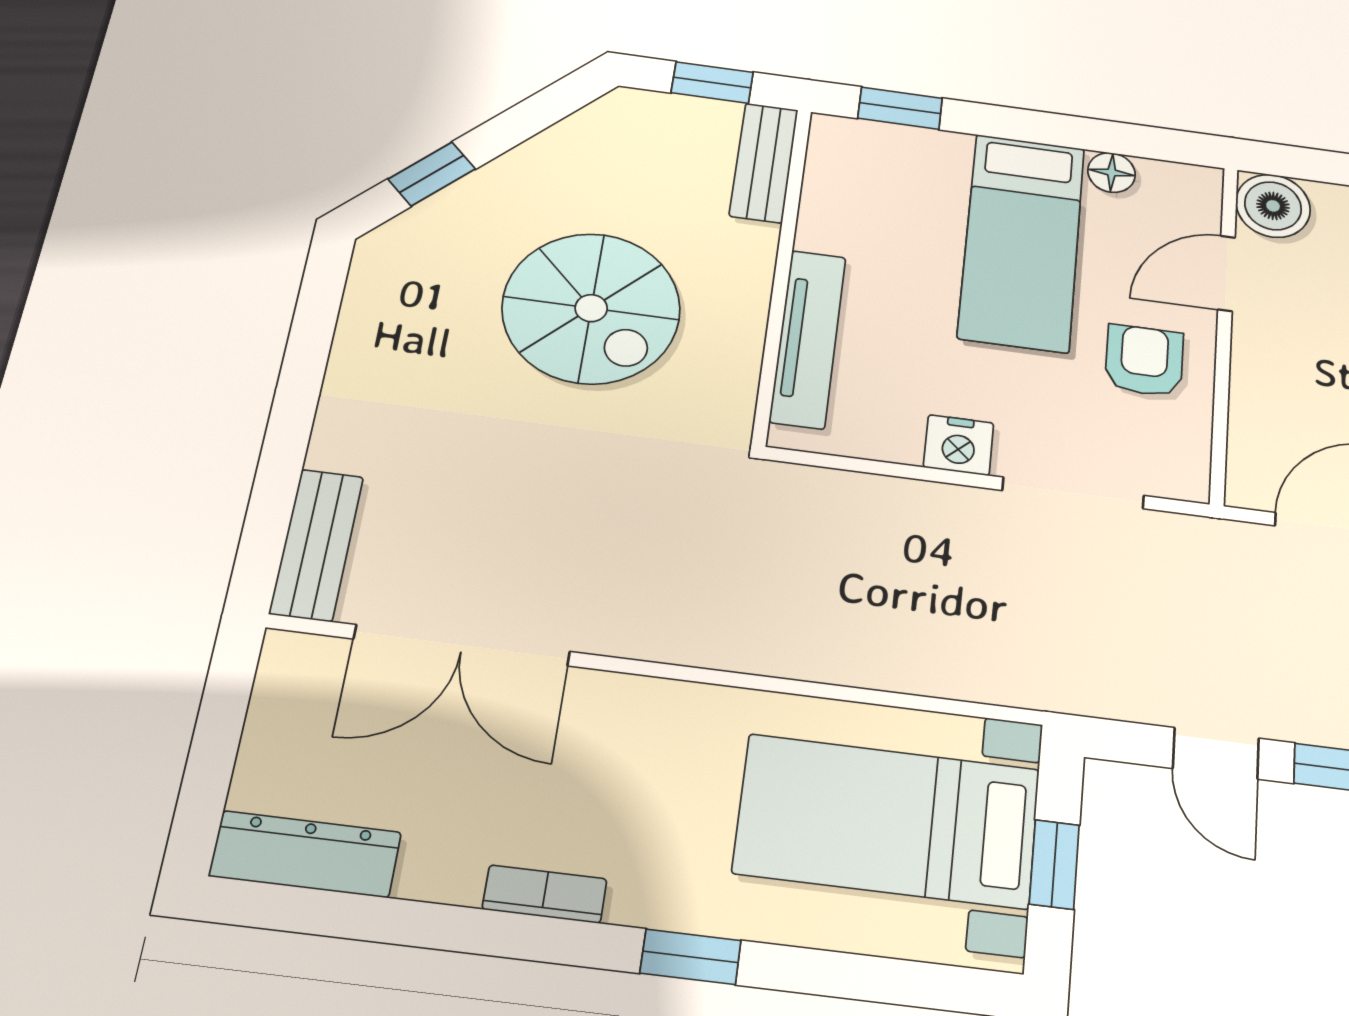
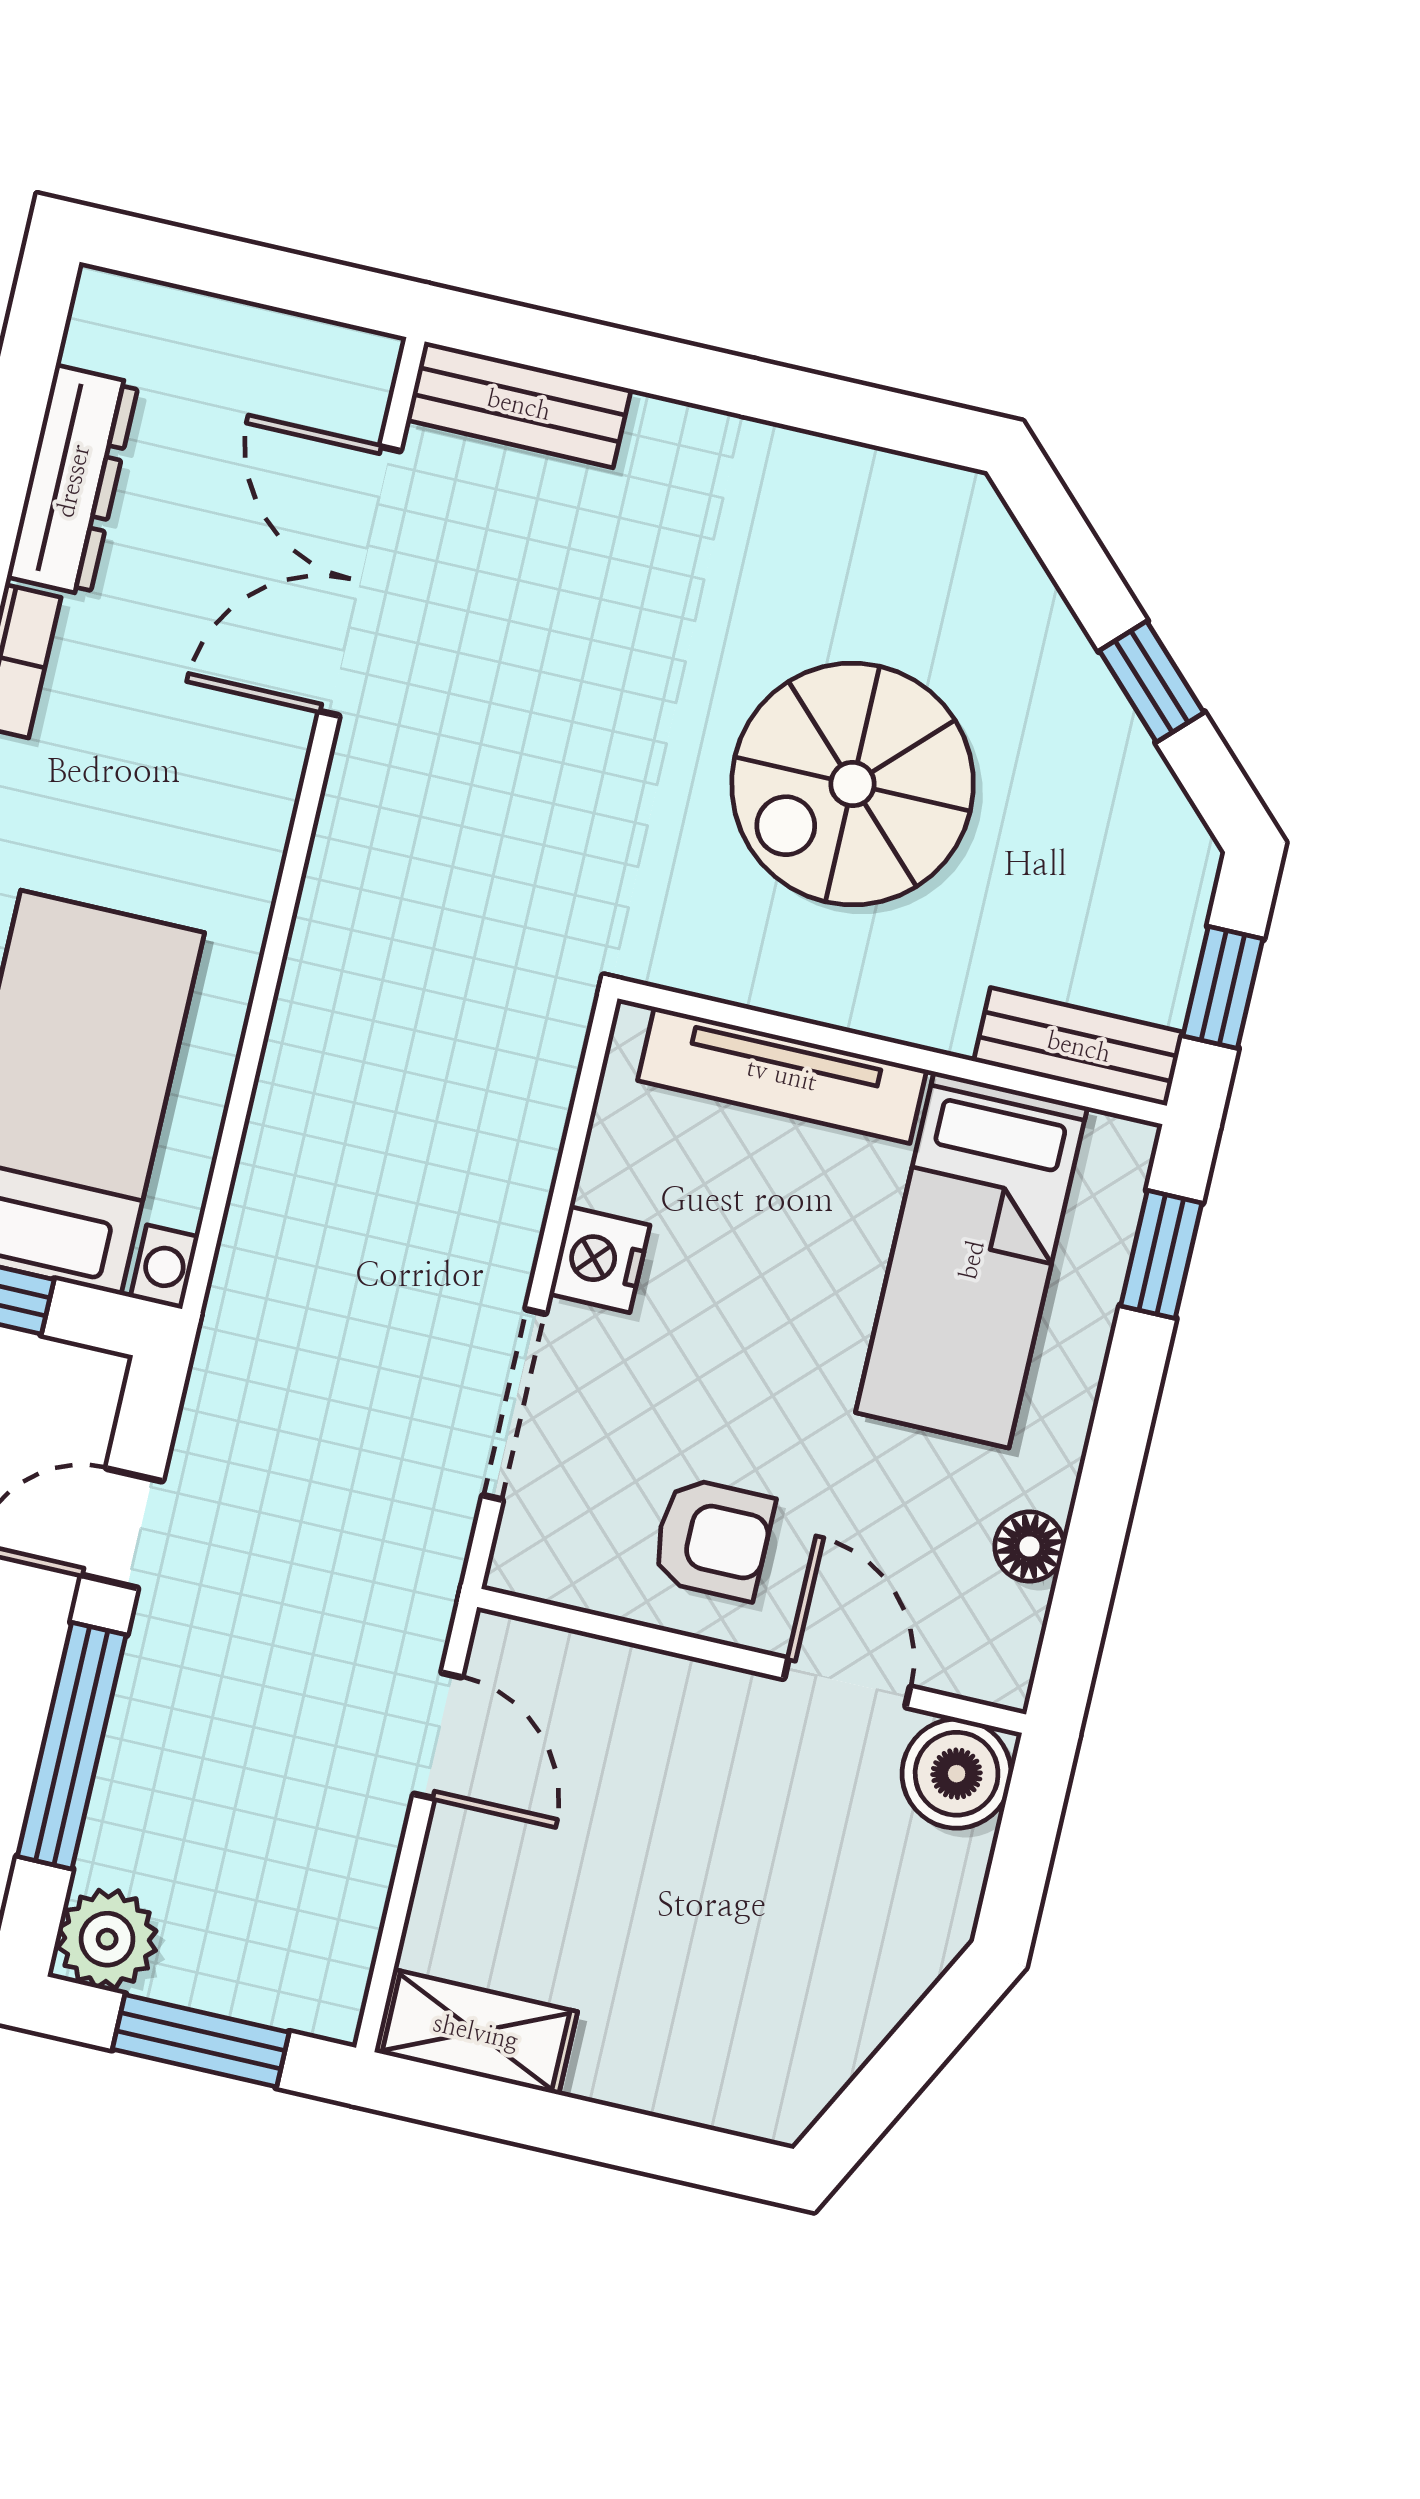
window: (432, 174) -> (1152, 682), moved
bed: (1022, 242) -> (972, 1260), moved, turned -90
dresser: (305, 854) -> (73, 481), moved

